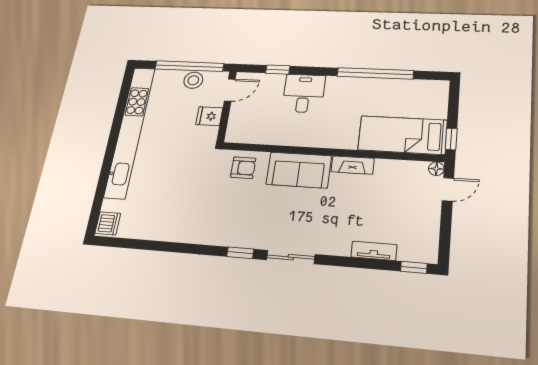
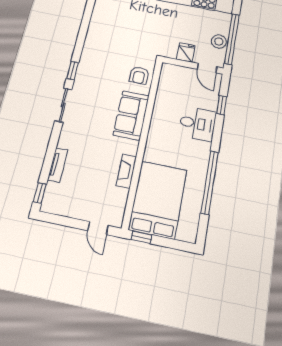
bed: (402, 135) -> (158, 200), width x1.50
fireplace: (353, 165) -> (126, 171), moved
floor lamp: (436, 169) -> (117, 221), removed

